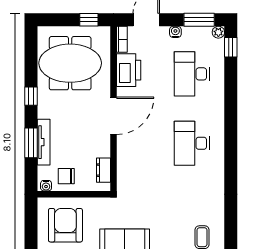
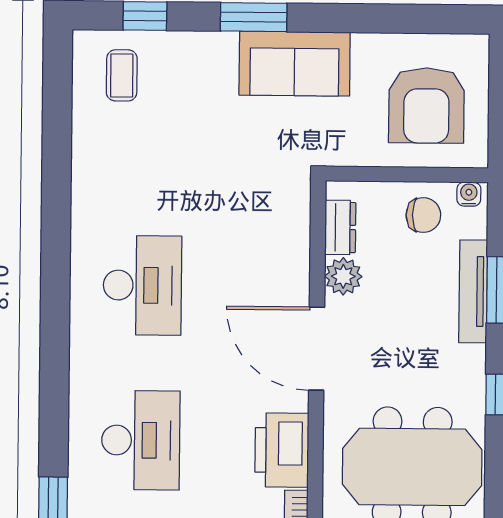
door: (113, 116) -> (317, 349), hinge flipped
plant: (102, 148) -> (343, 276), added

